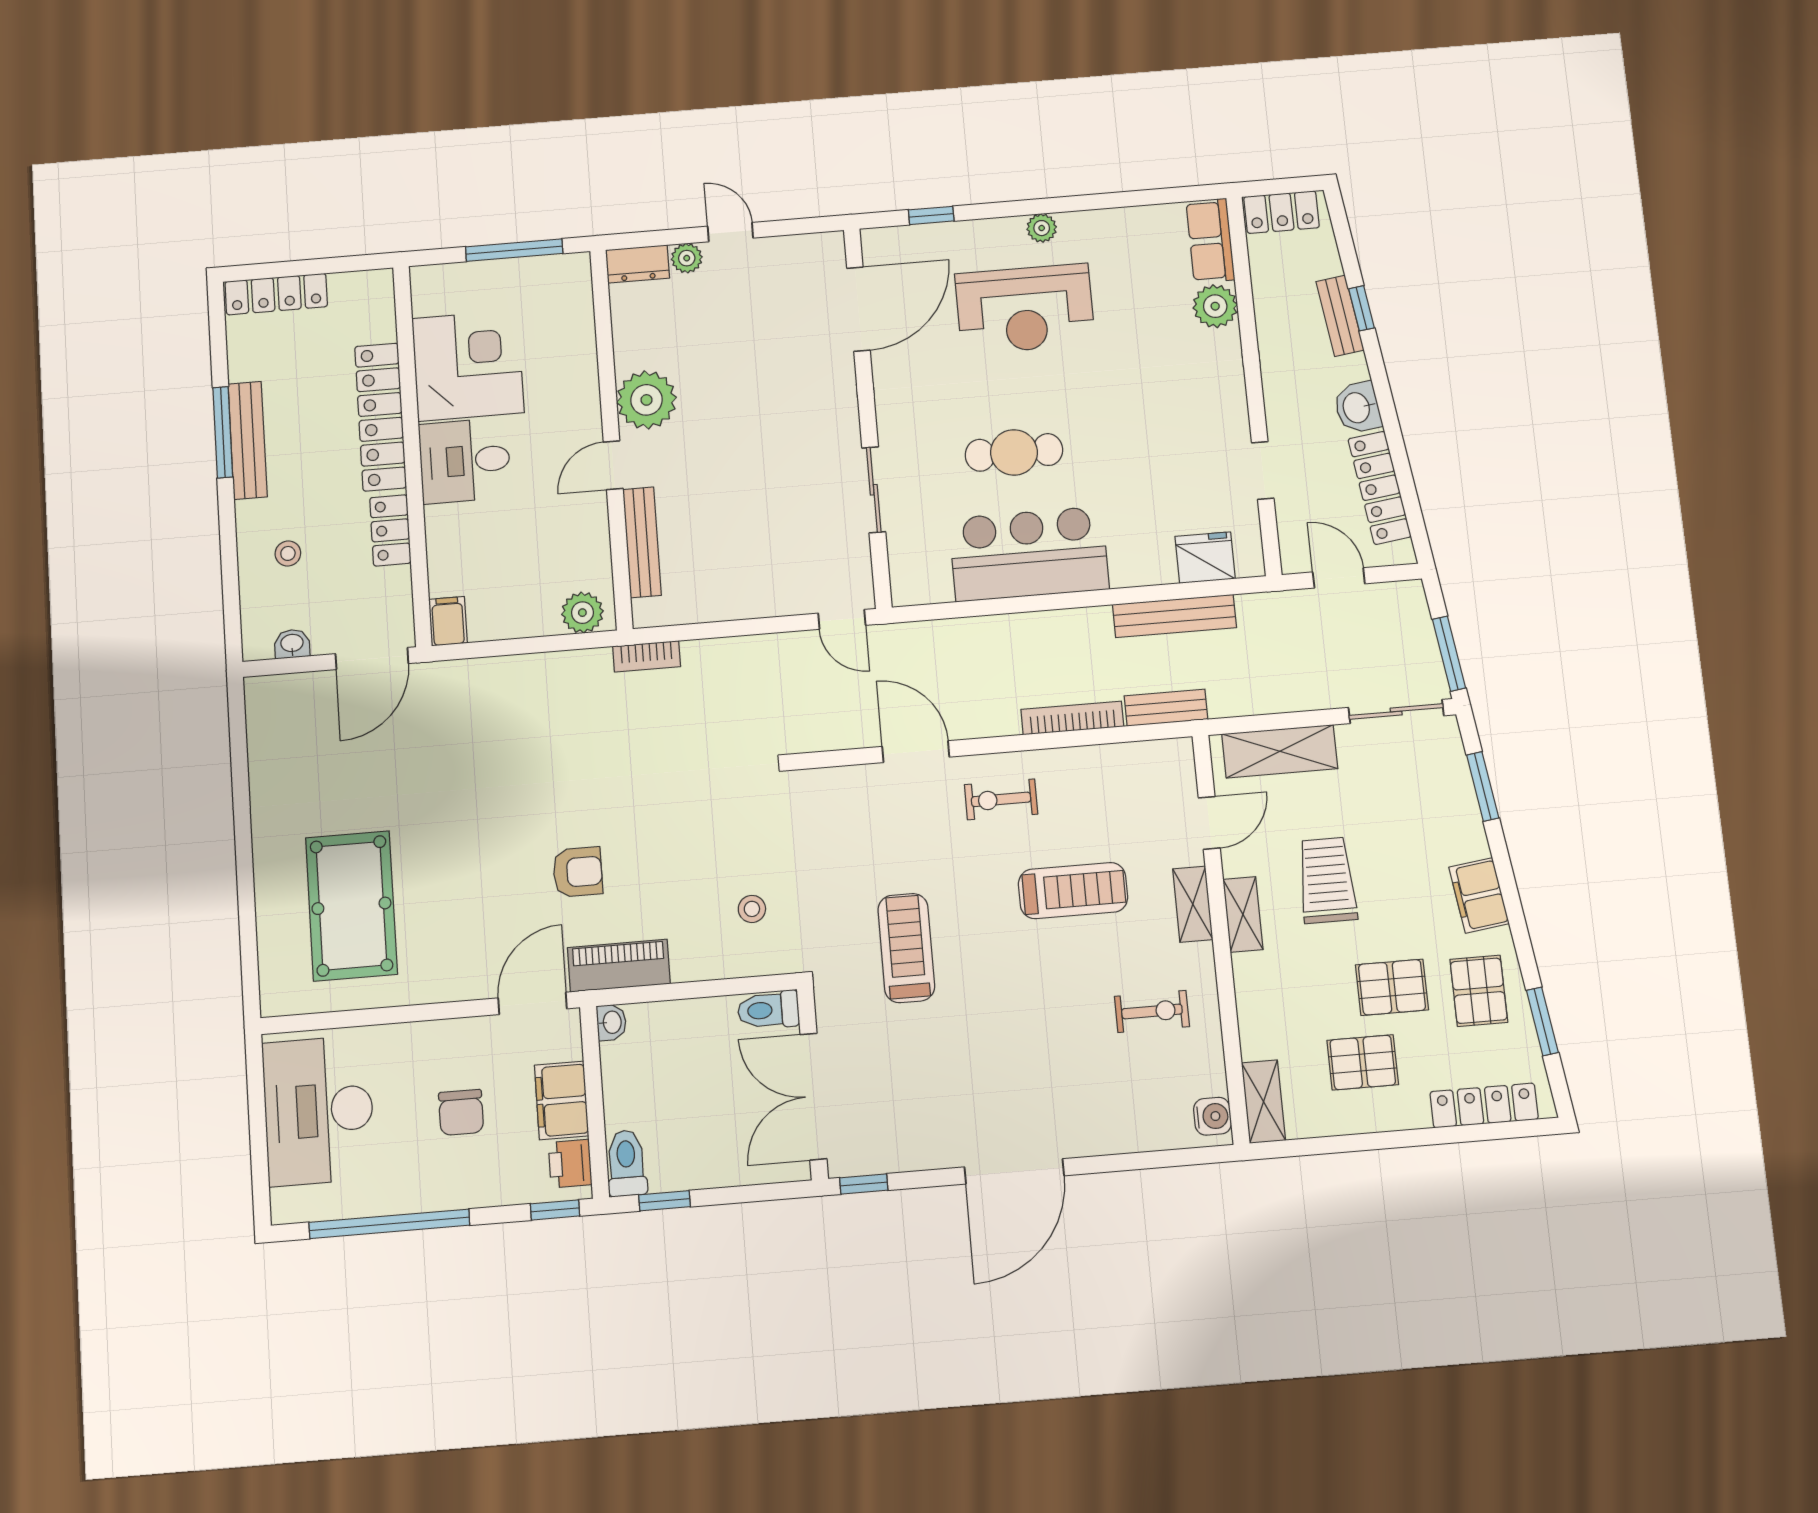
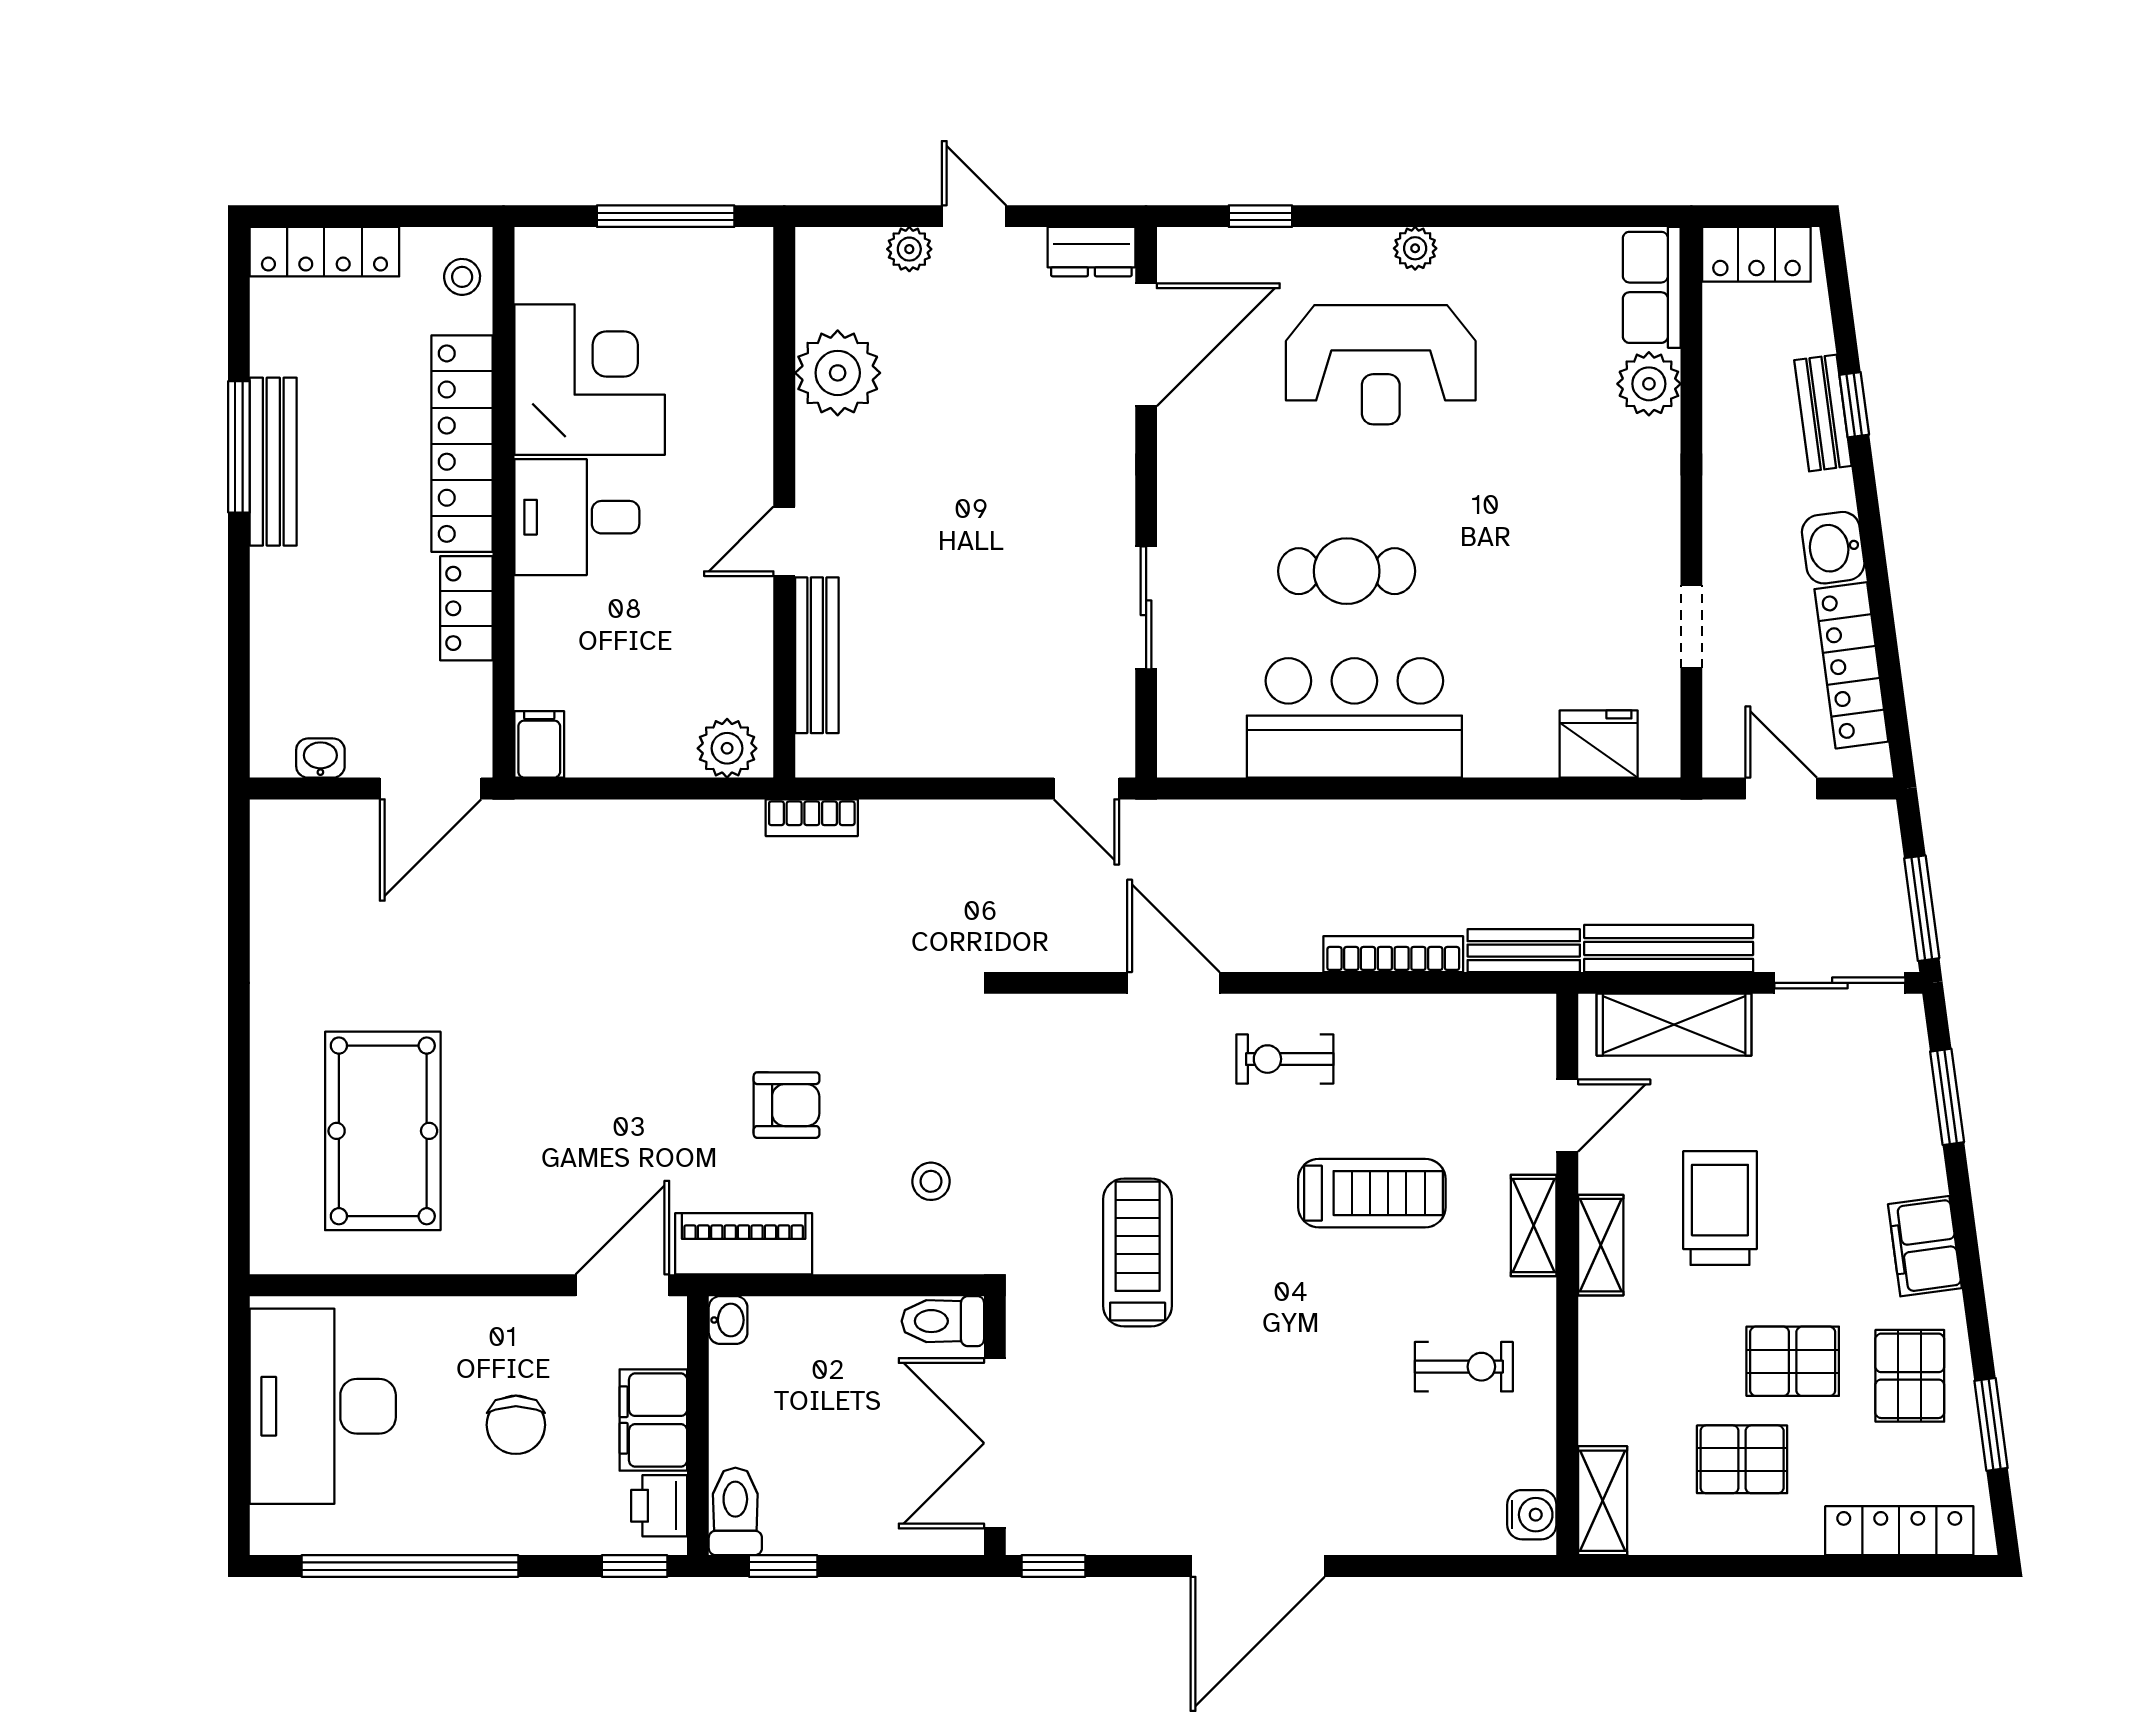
dresser: (637, 264) -> (1091, 252), moved
plant: (646, 400) -> (838, 373), moved
stool: (288, 553) -> (462, 277), moved
bench: (1174, 616) -> (1669, 948), moved
armchair: (578, 872) -> (787, 1105), moved

